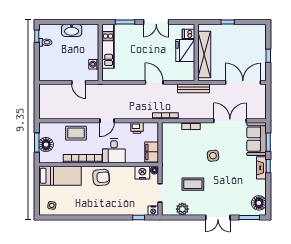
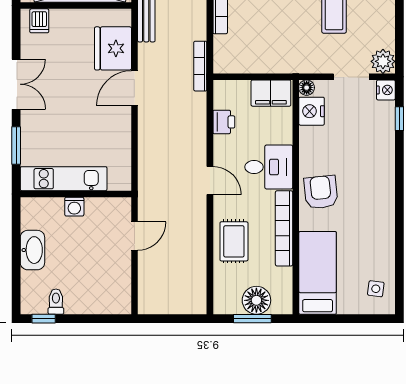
fridge: (185, 51) -> (113, 48), moved, turned 90
washing machine: (94, 64) -> (74, 207), moved
plant: (182, 209) -> (383, 61), moved

